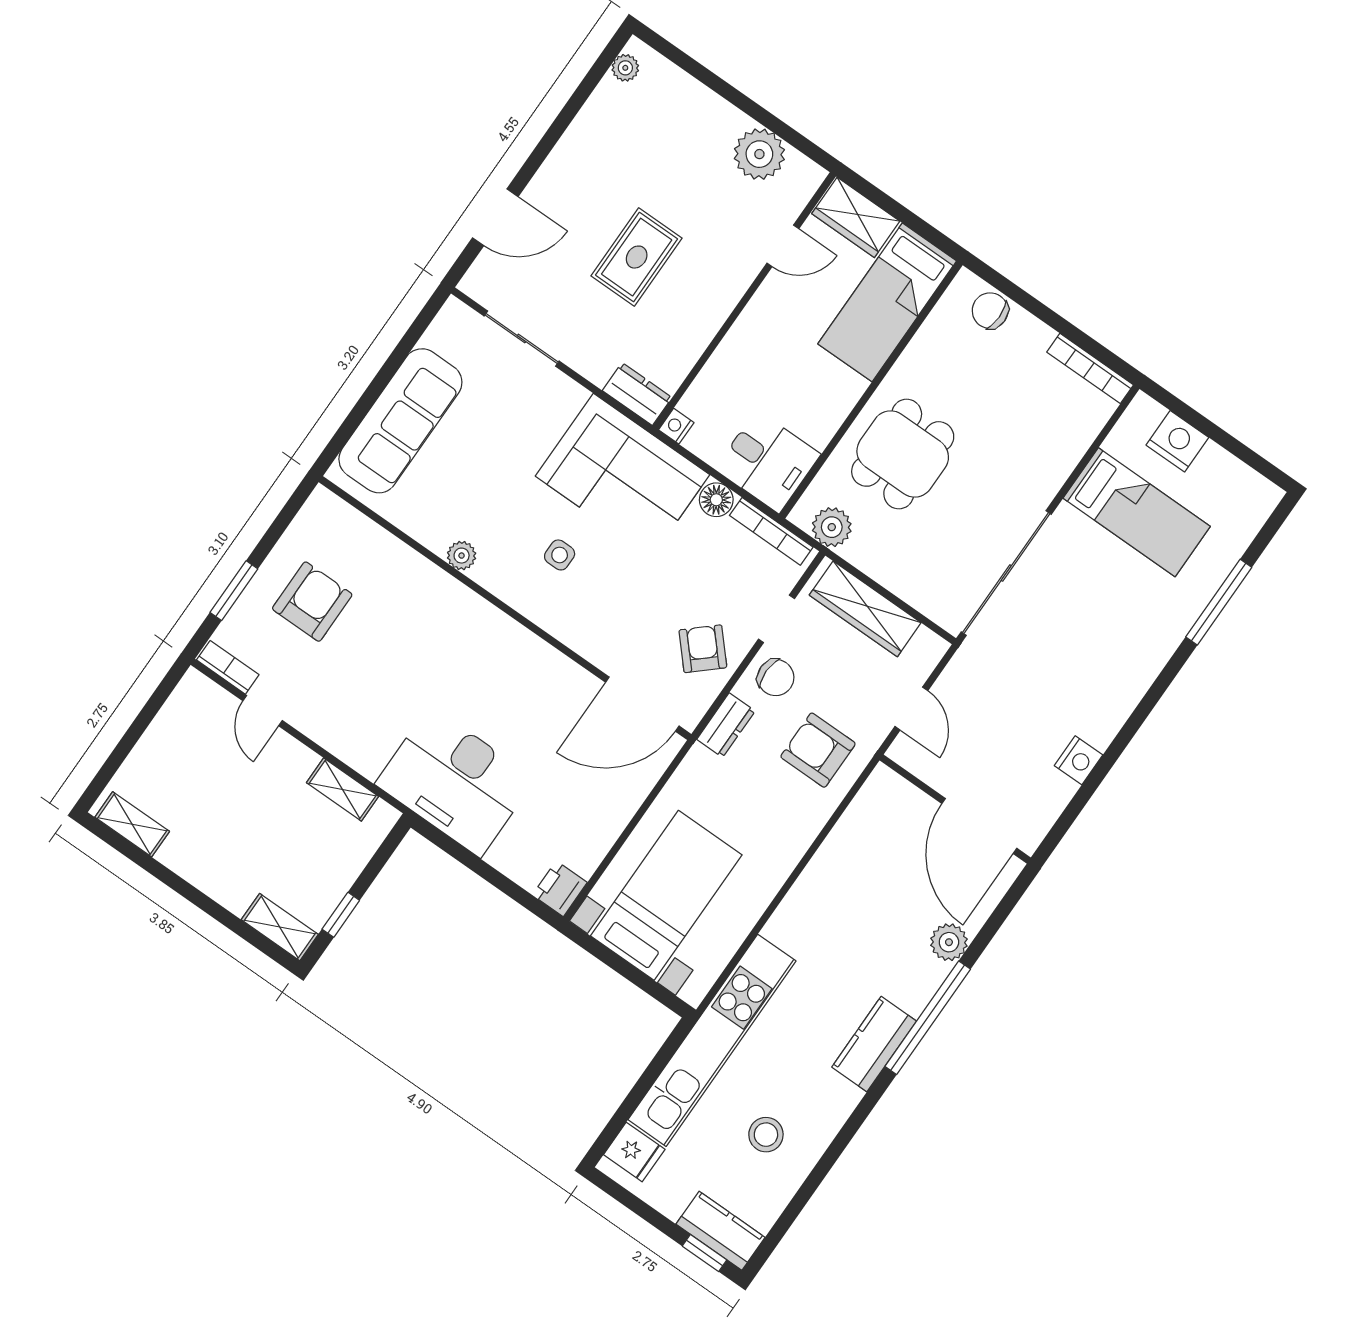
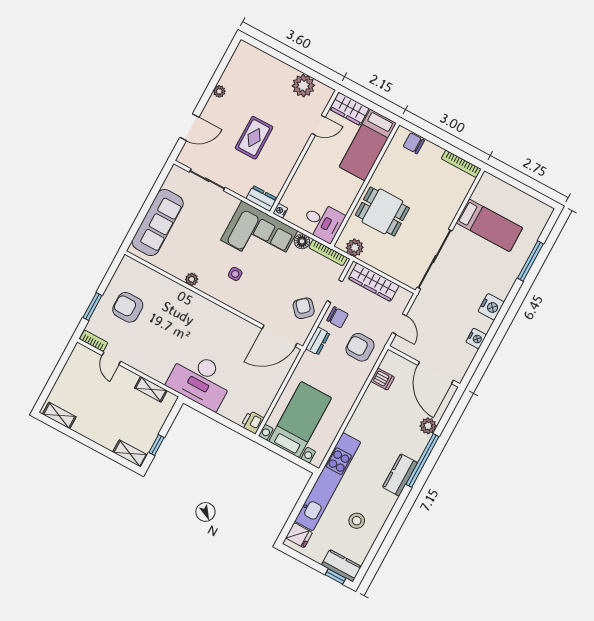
plant: (625, 68) -> (219, 91), moved
nightstand: (1177, 441) -> (491, 307), moved, turned 90
dining table: (903, 454) -> (382, 211), turned 90
armchair: (312, 602) -> (128, 307), turned -90
dishwasher: (860, 827) -> (383, 379), added

